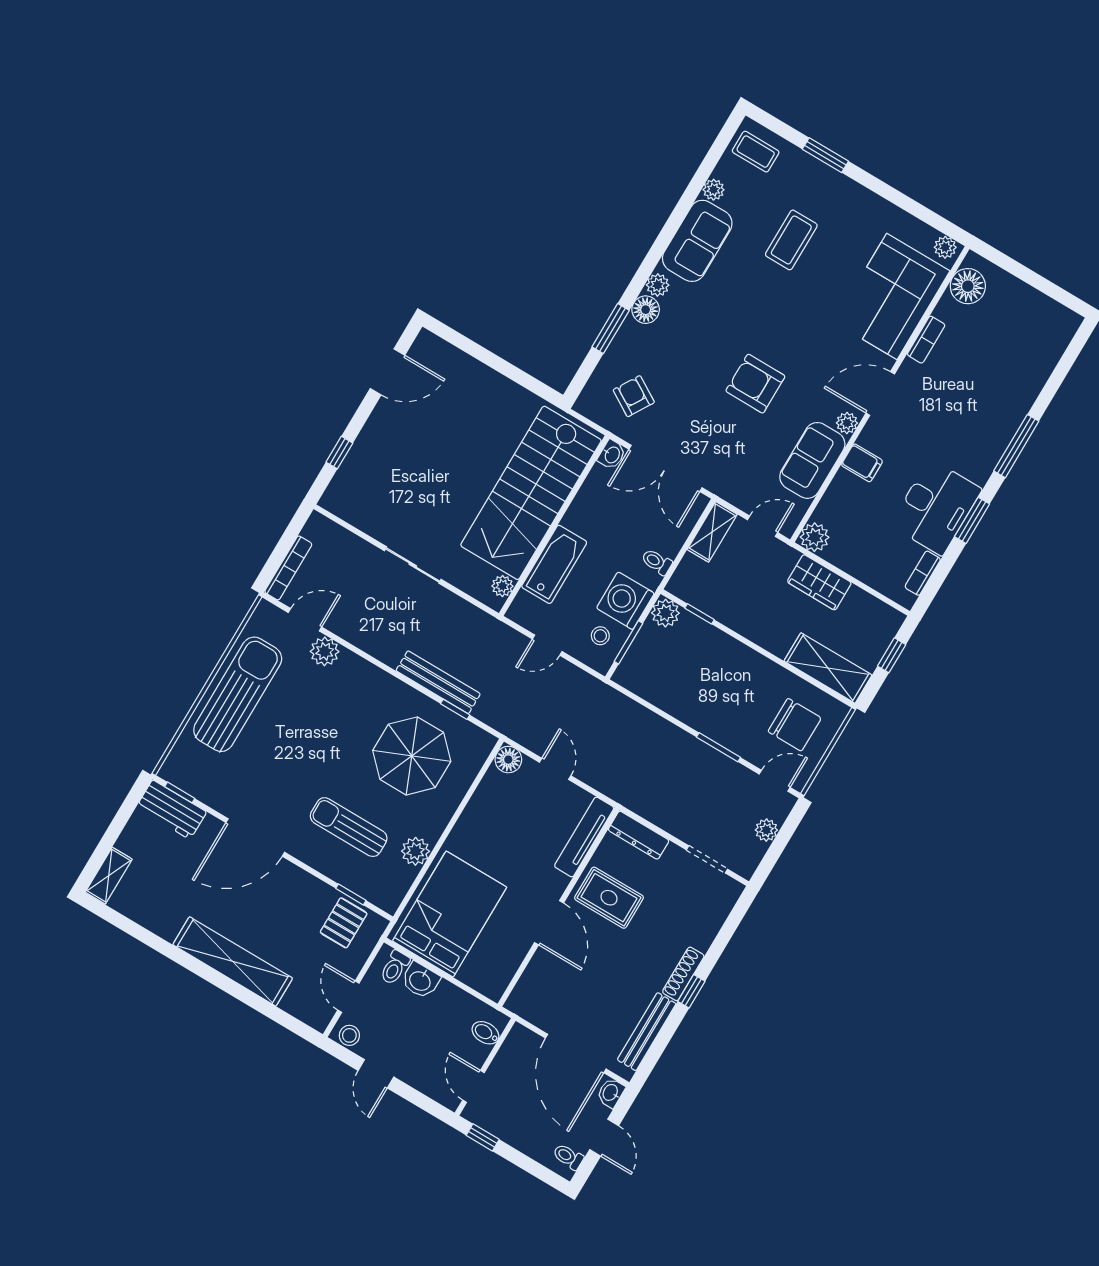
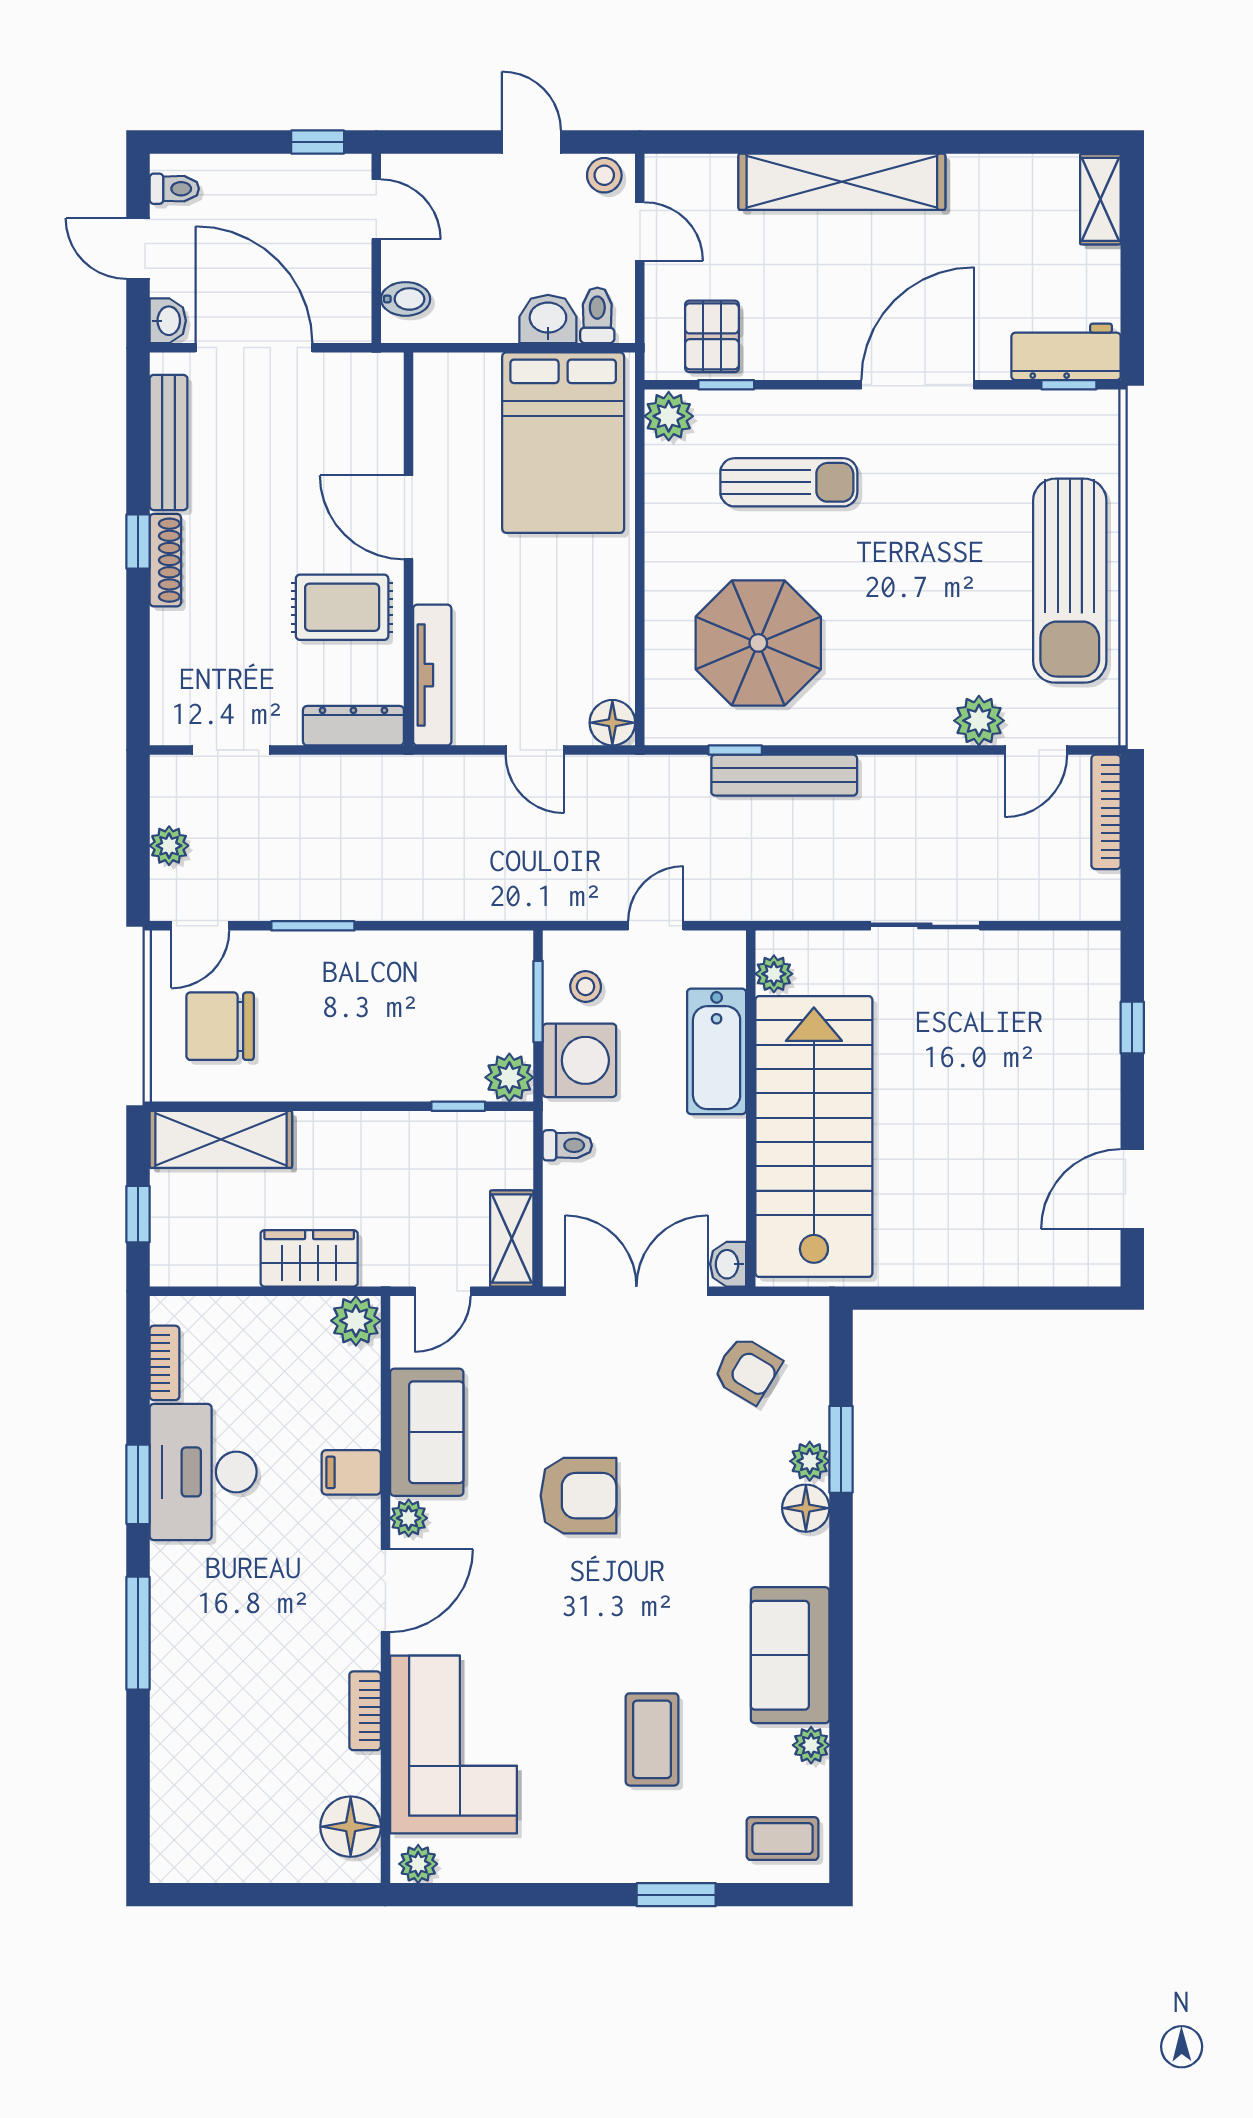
plant: (658, 285) -> (810, 1461), moved
plant: (416, 851) -> (669, 416), moved

